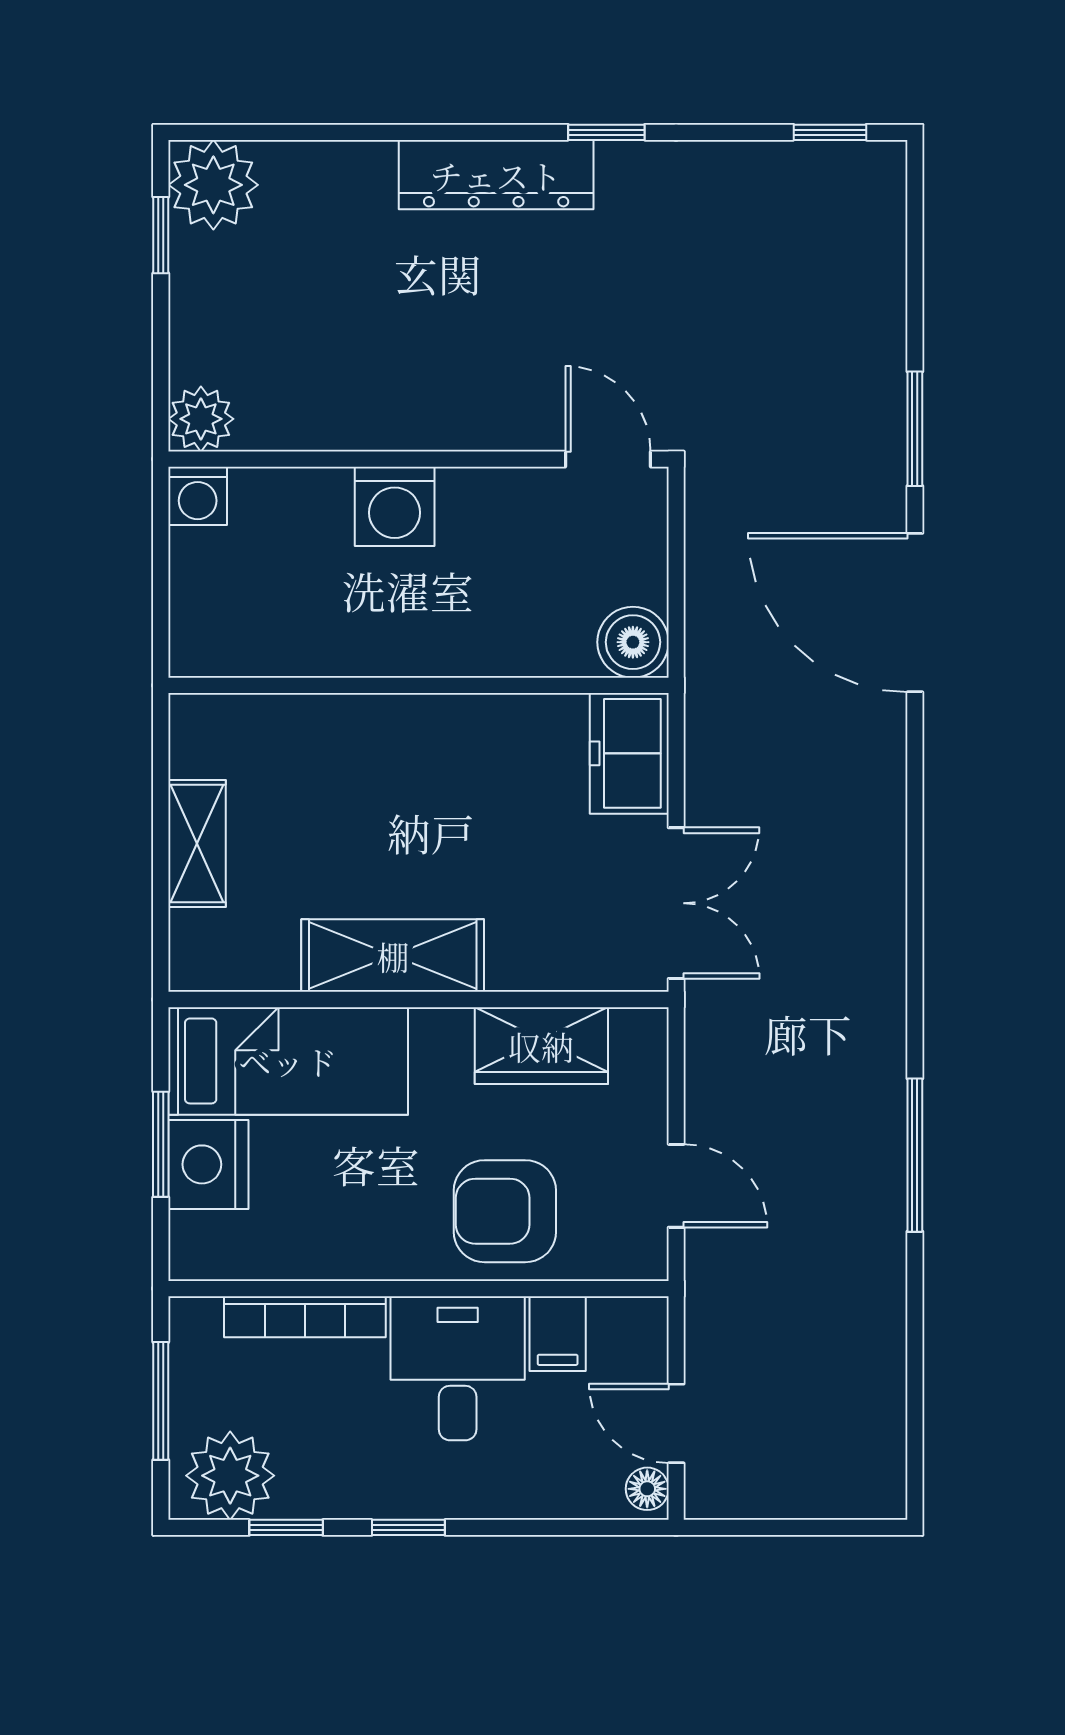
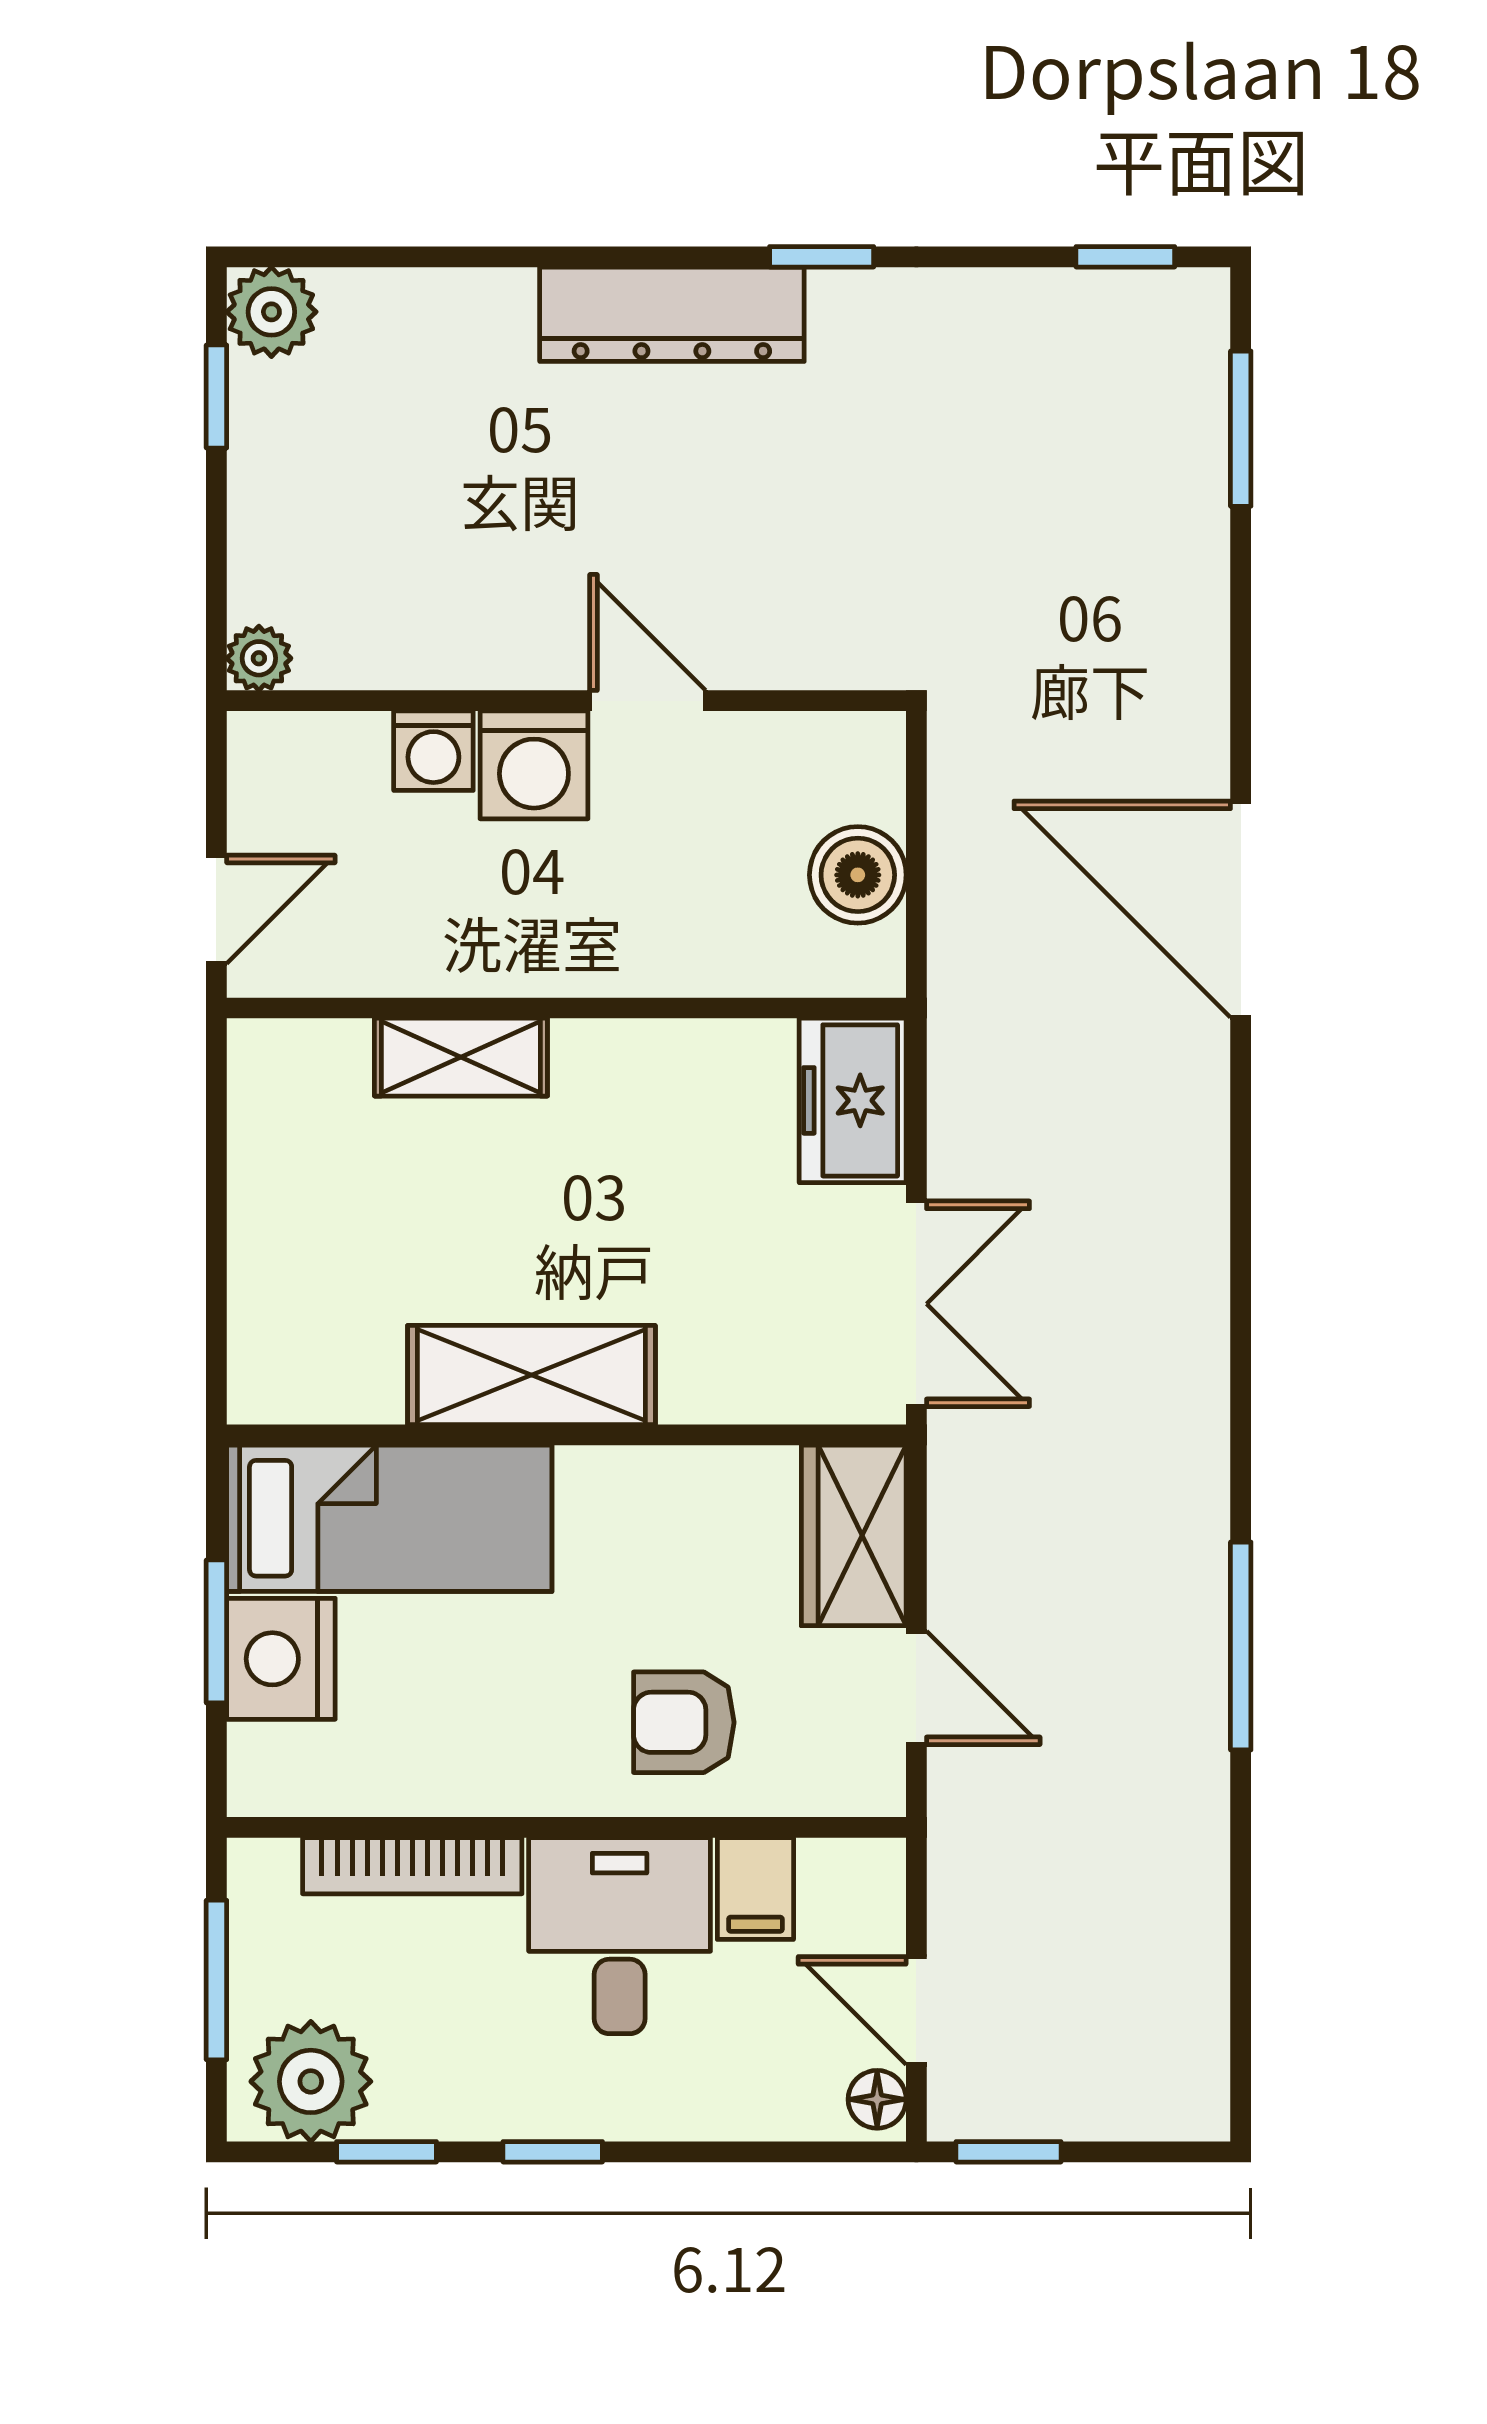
plant: (213, 185) -> (271, 312), width x0.73, depth x0.73
plant: (201, 419) -> (259, 658), width x0.73, depth x0.73
window: (915, 429) -> (1241, 429), moved
door: (608, 459) -> (648, 701), moved
washing machine: (198, 496) -> (433, 751), moved
door: (161, 613) -> (216, 909), added
boiler: (633, 642) -> (858, 875), moved
shelving: (197, 843) -> (461, 1057), moved, turned 90
wardrobe: (541, 1046) -> (854, 1535), moved, turned 90
armchair: (505, 1211) -> (684, 1722), width x0.72, depth x0.72
window: (744, 1527) -> (1008, 2152), added

